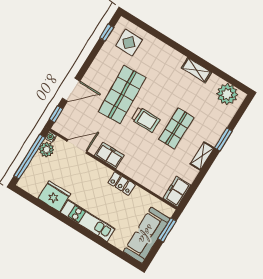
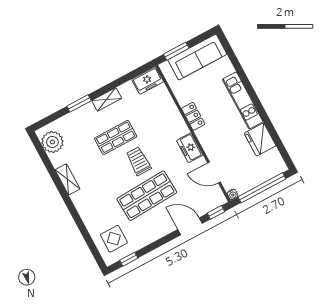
plant: (47, 150) -> (243, 185), removed

